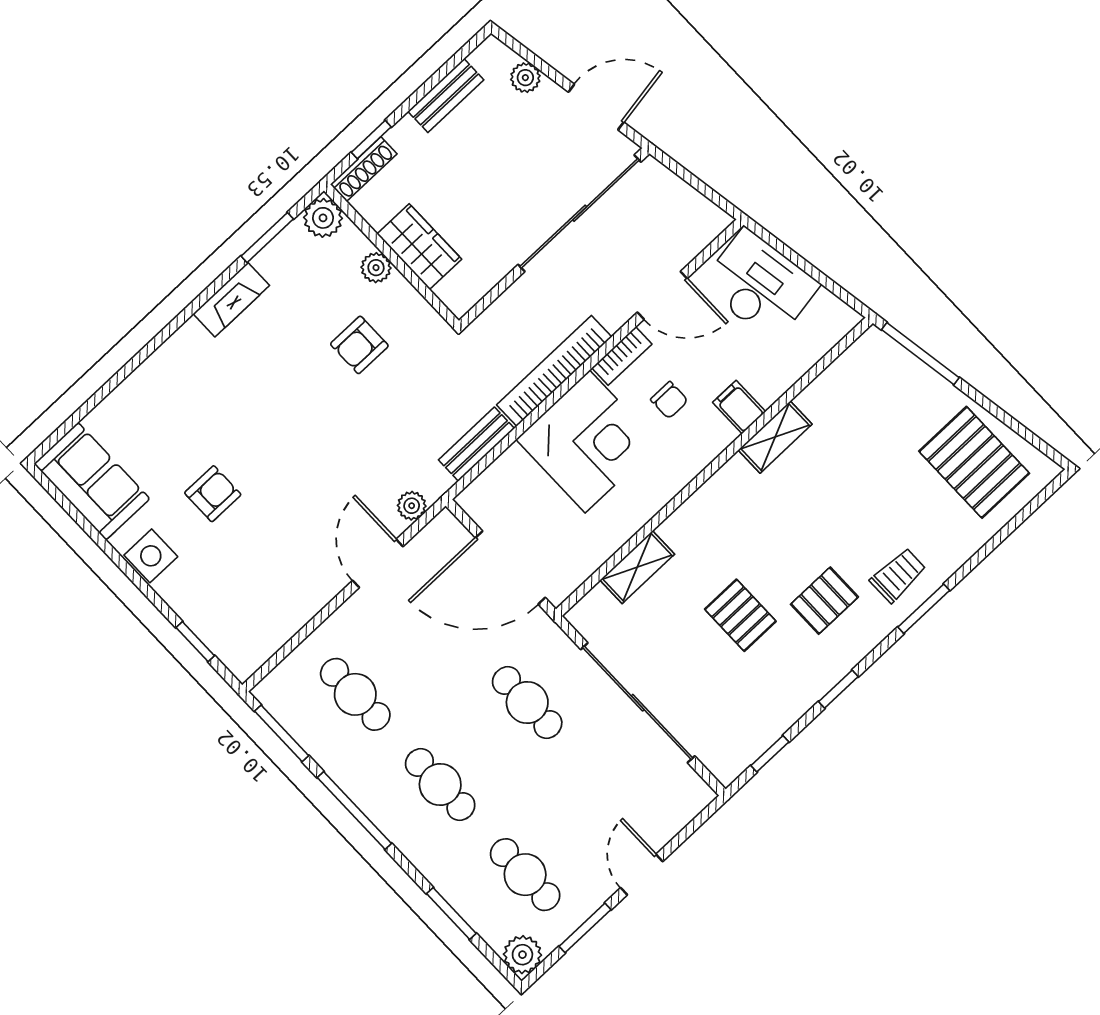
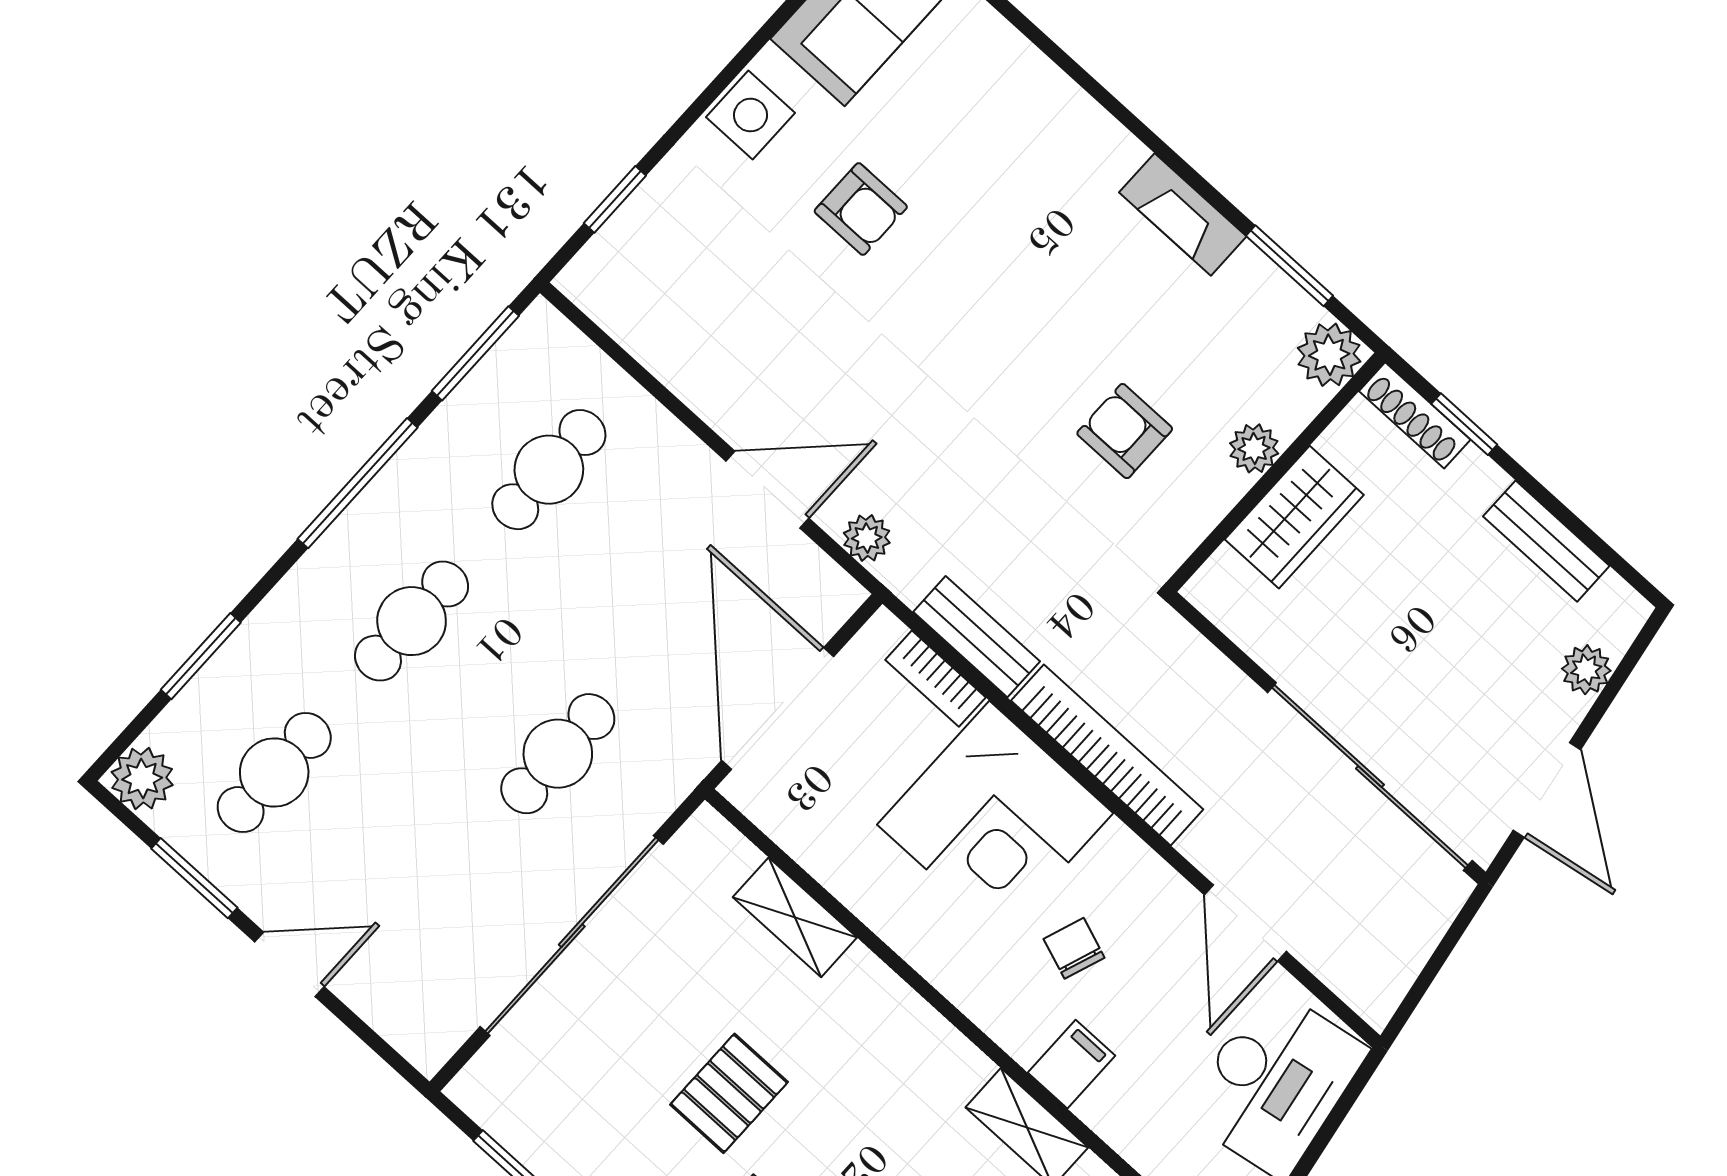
bookcase: (622, 356) -> (935, 679), moved
chair: (669, 400) -> (1074, 948), turned 110

